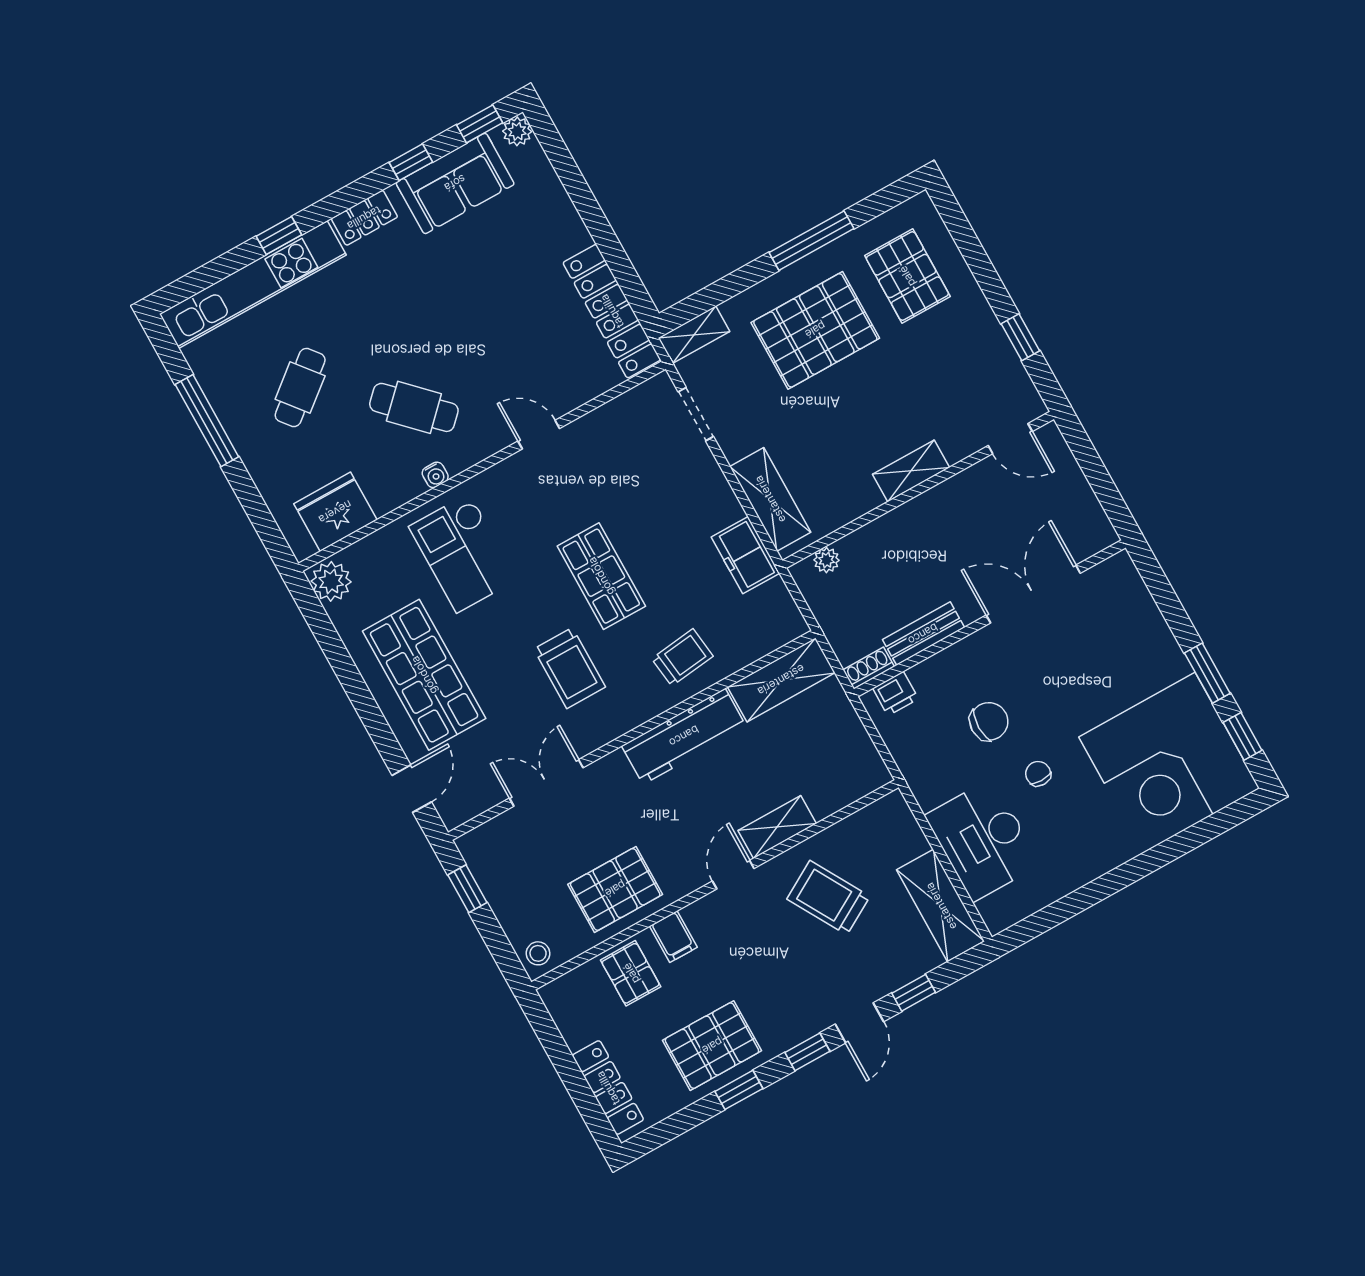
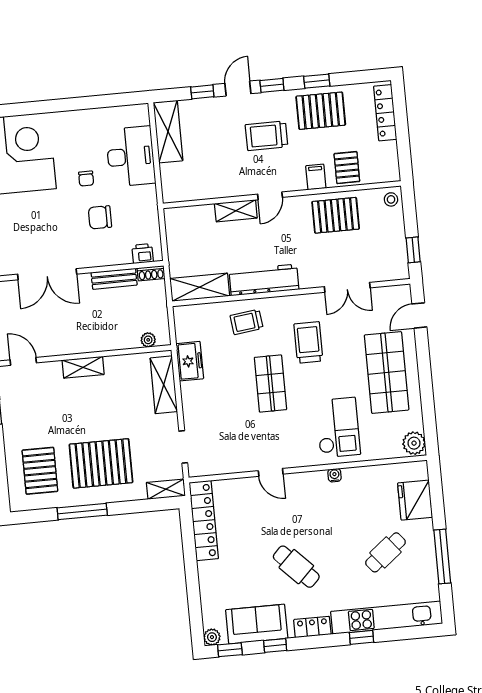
cafe table: (414, 407) -> (296, 567), moved
fridge: (335, 512) -> (415, 500), moved, turned 90
trolley: (828, 898) -> (266, 136), moved, turned 120

